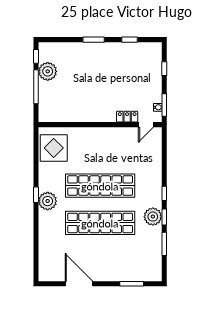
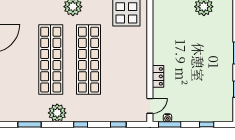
locker: (127, 117) -> (158, 76), moved
door: (146, 125) -> (150, 106), swing flipped
window: (164, 217) -> (118, 124), moved

